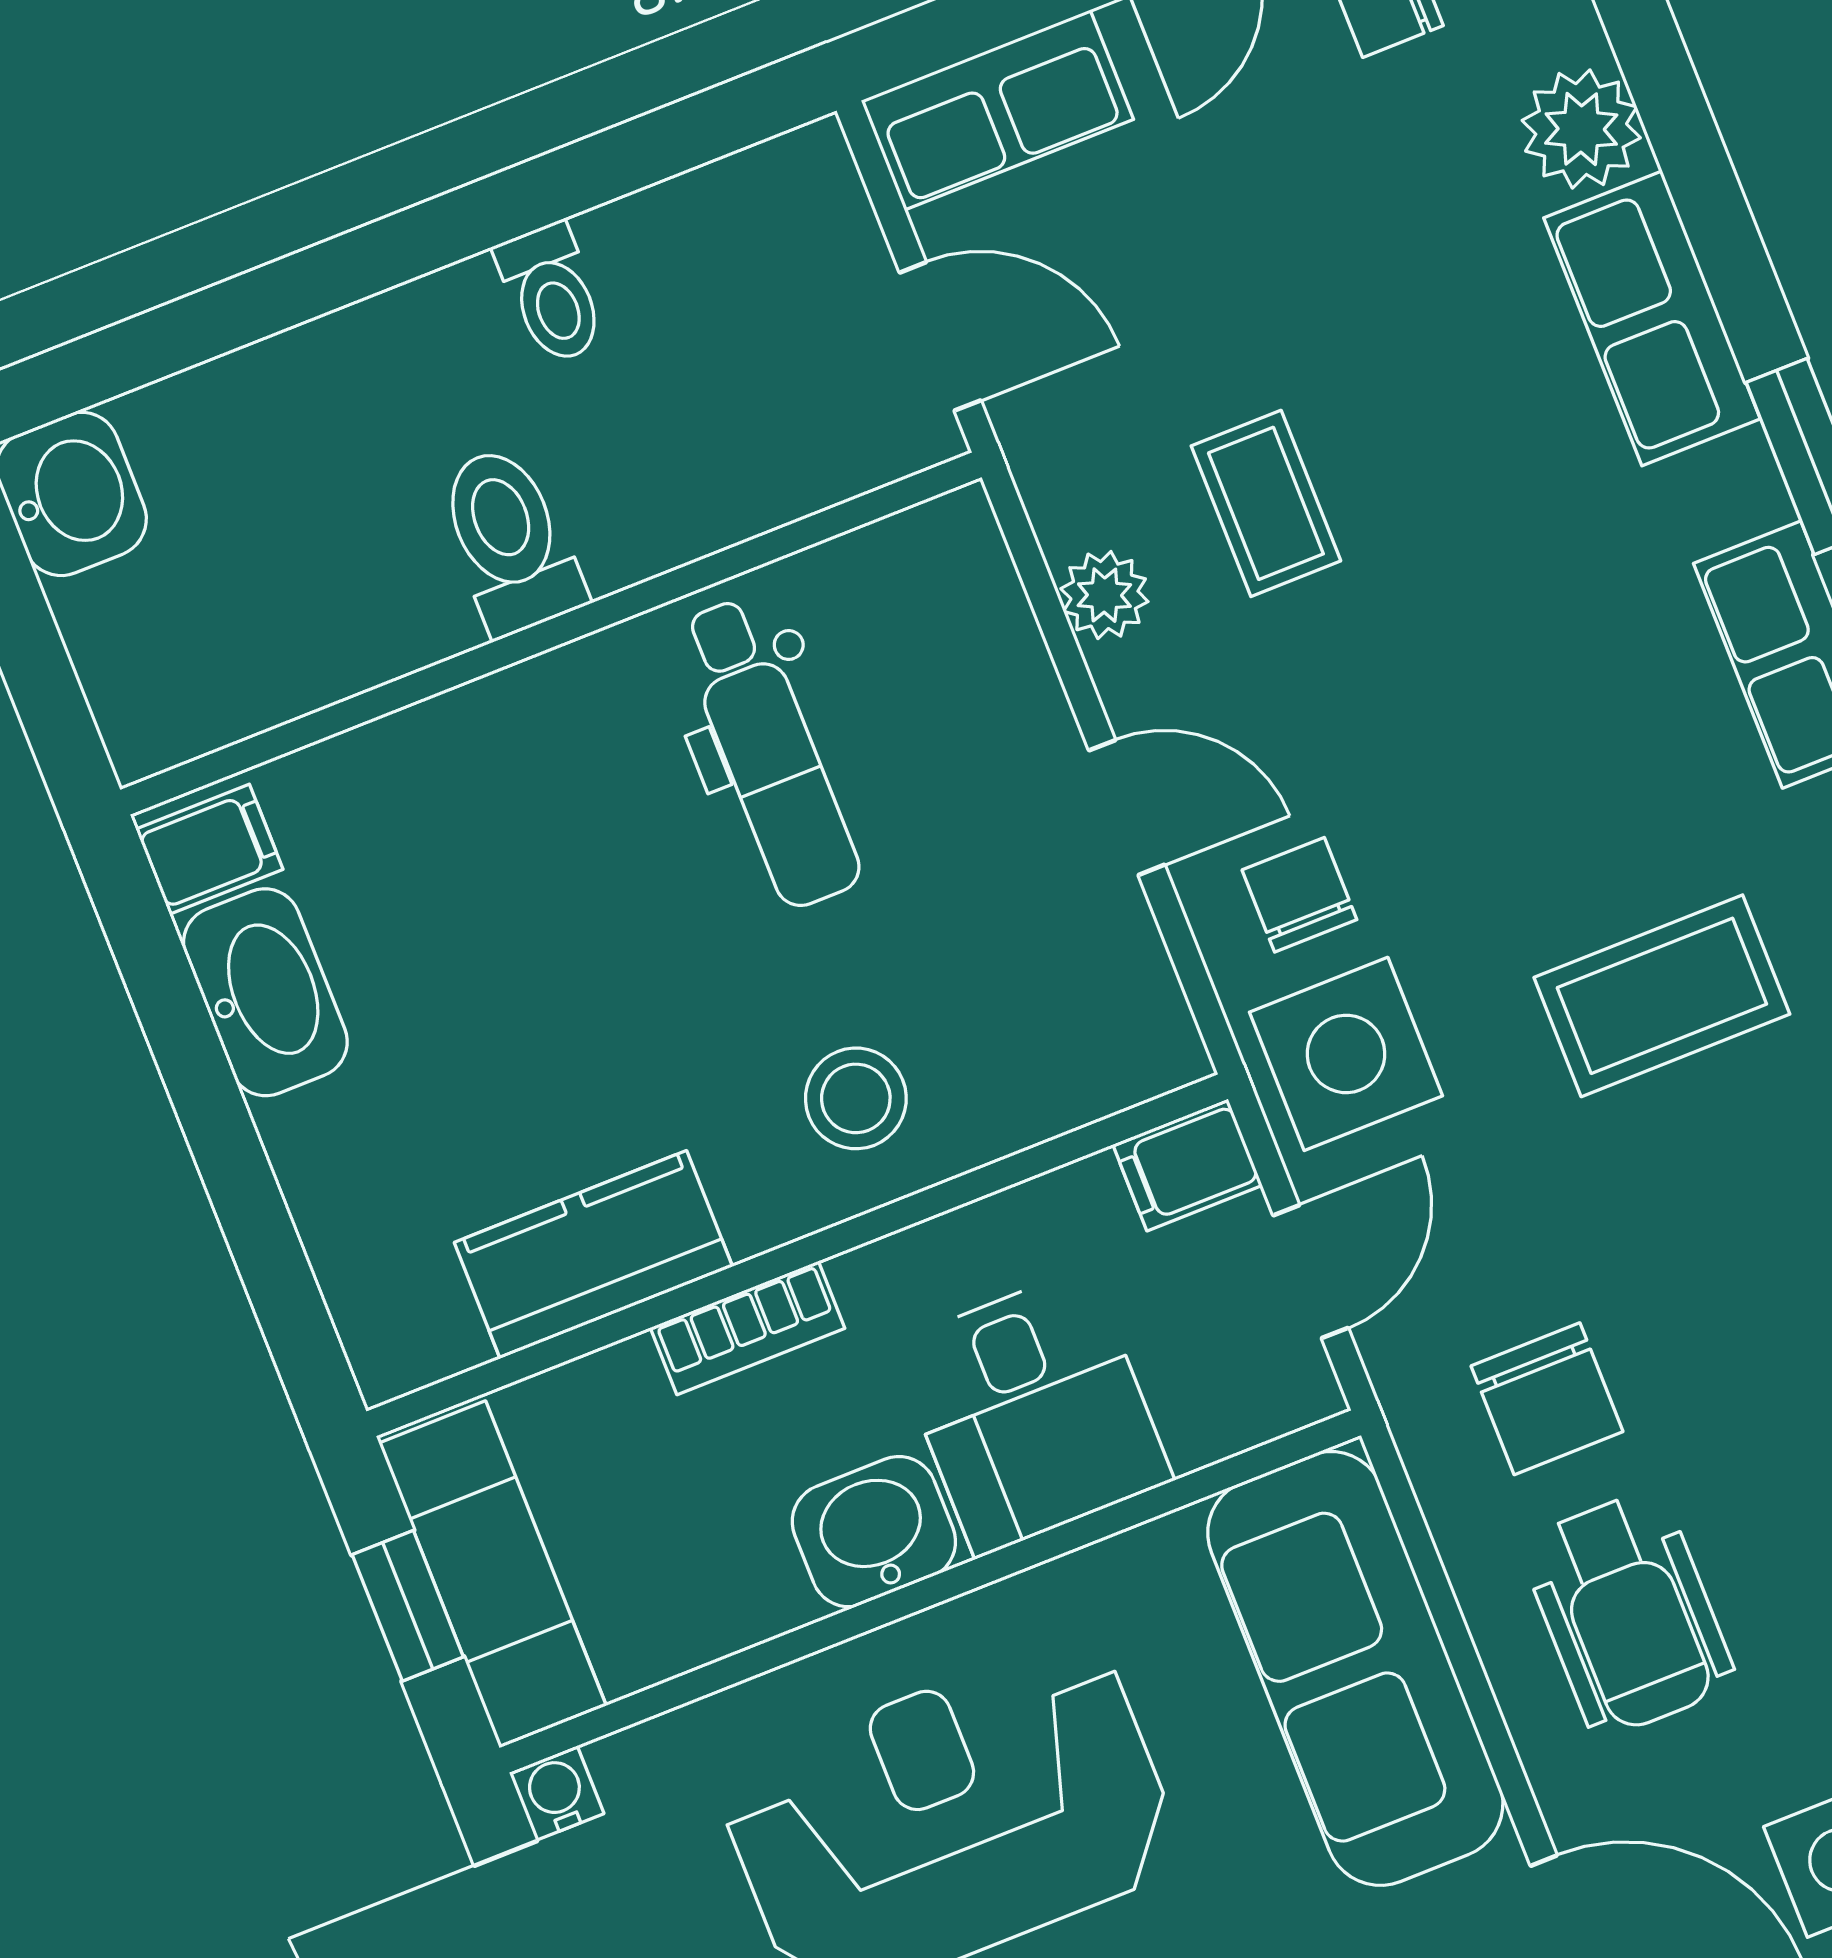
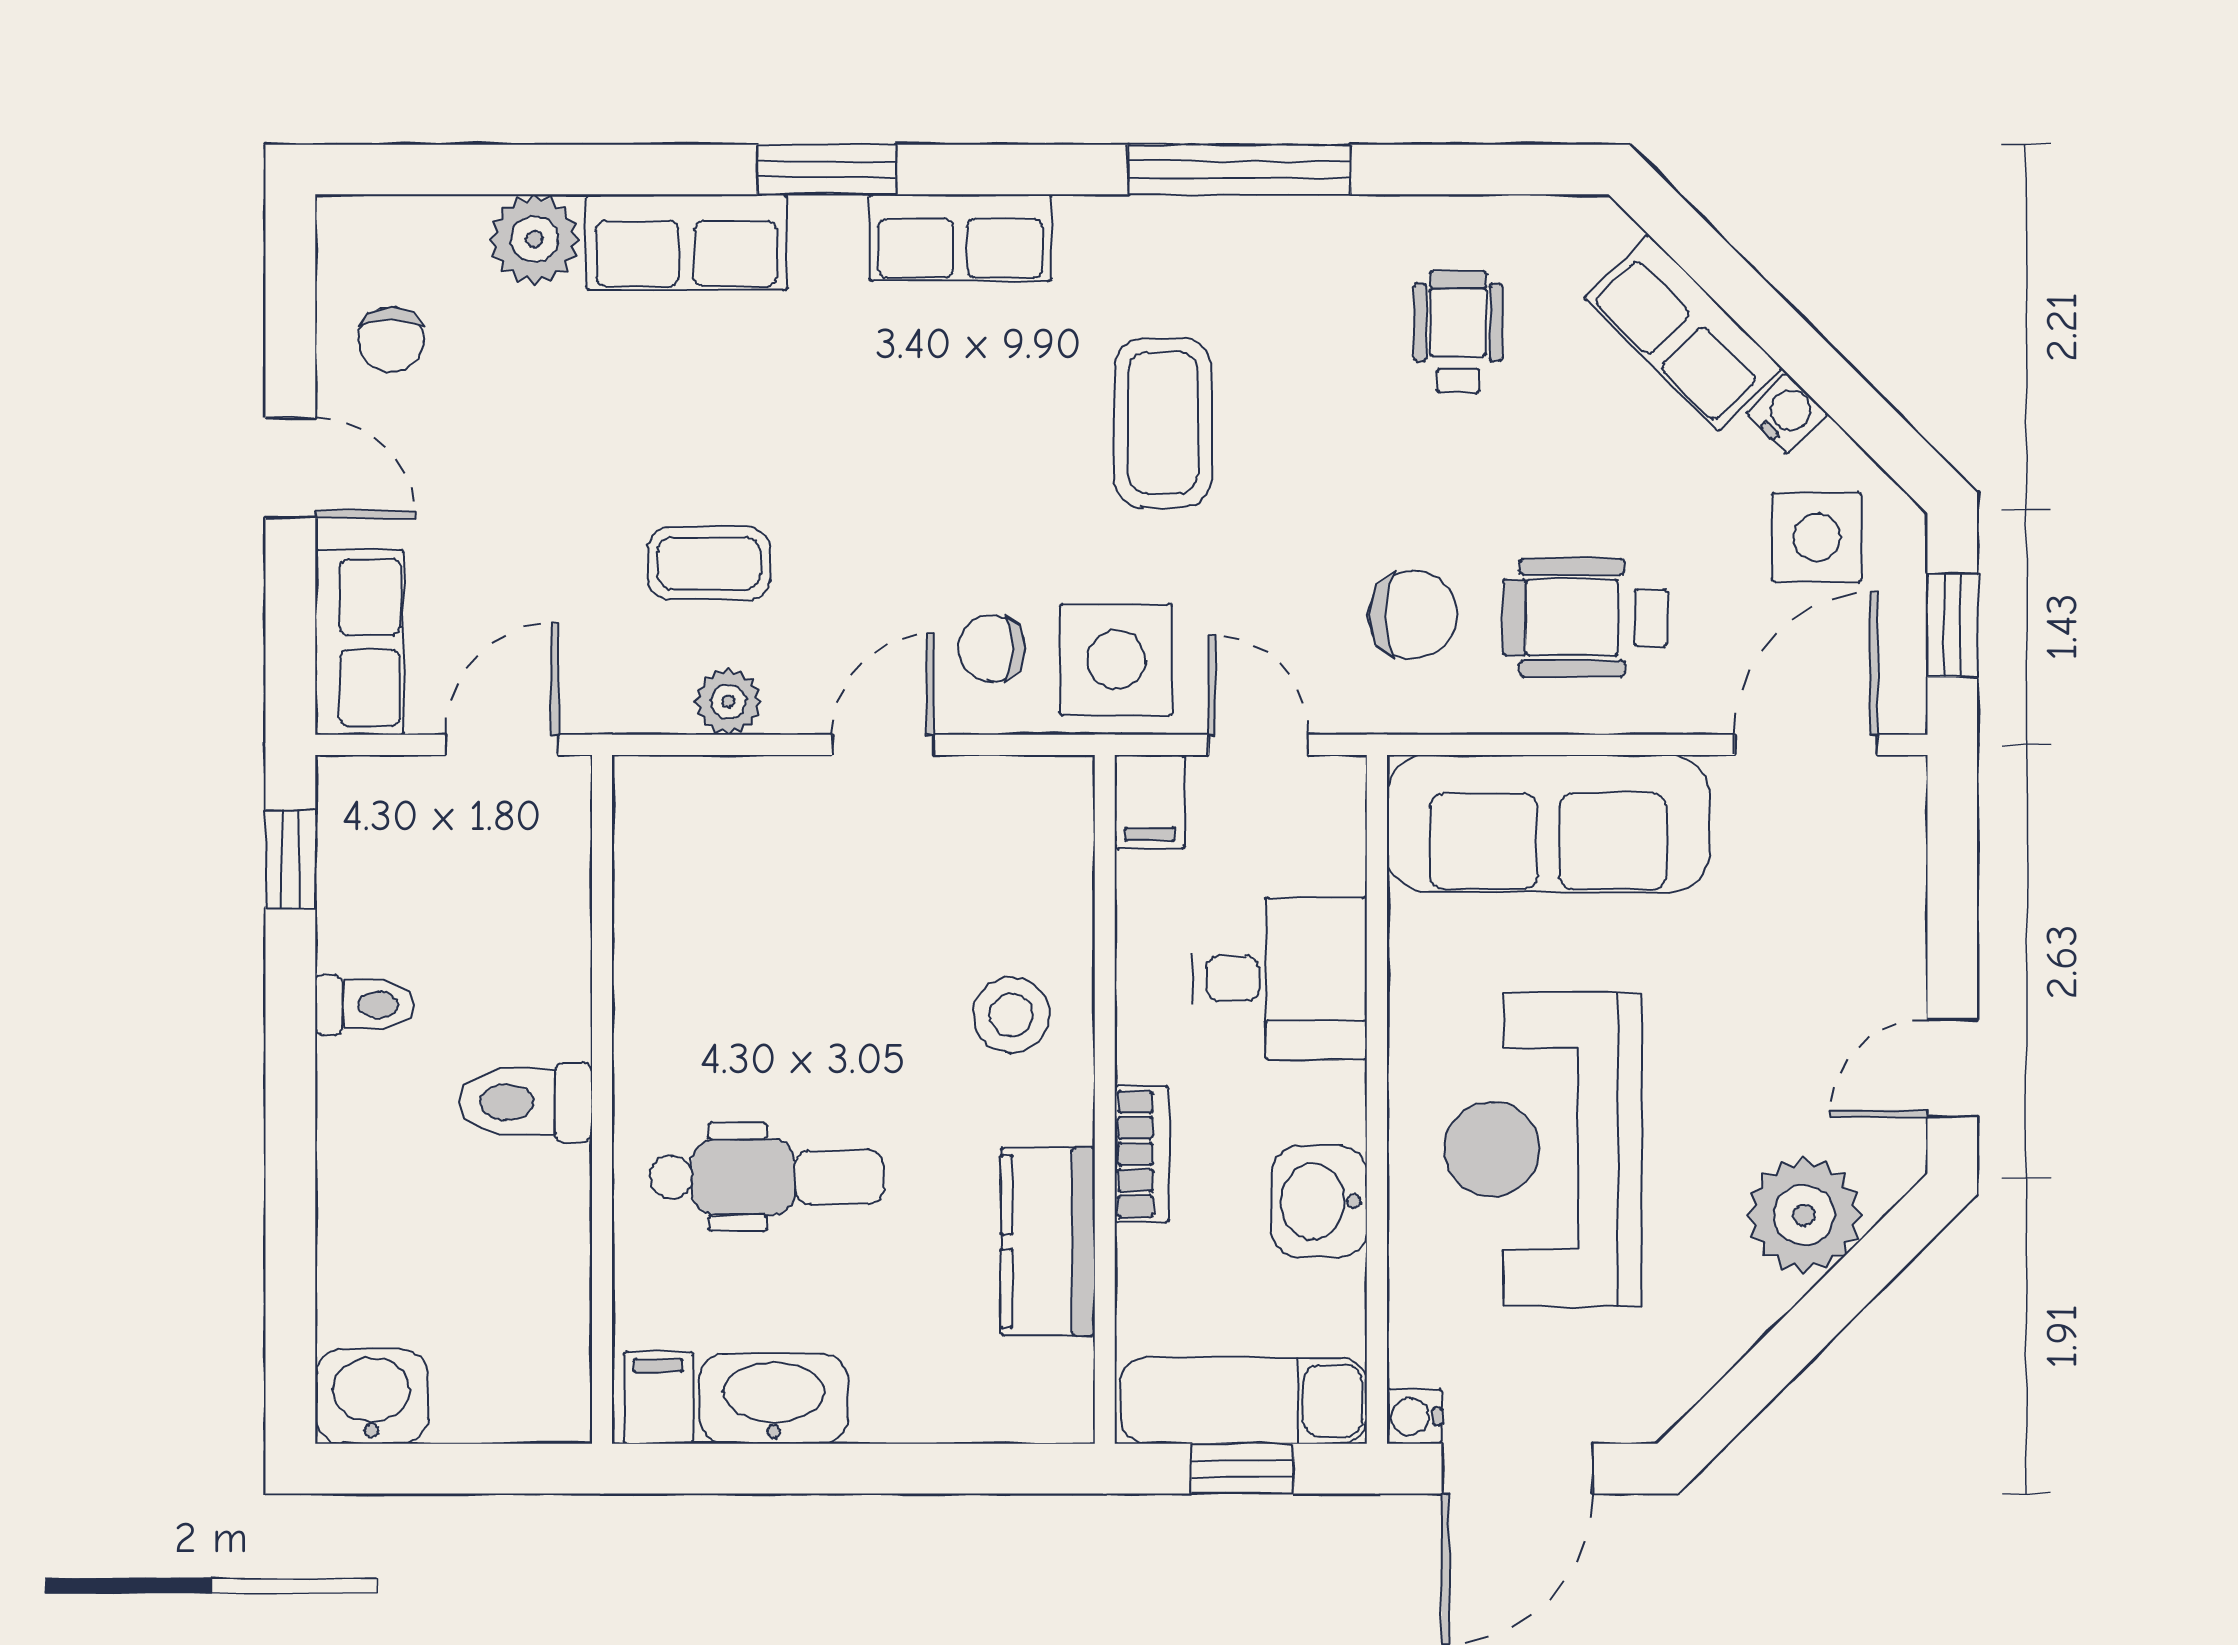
window: (695, 131) -> (290, 859), added
dental chair: (769, 753) -> (767, 1177), moved
washbasin: (874, 1532) -> (1319, 1201), moved
wheelchair: (1628, 1613) -> (1585, 618), turned 180

